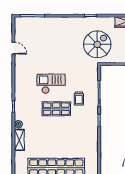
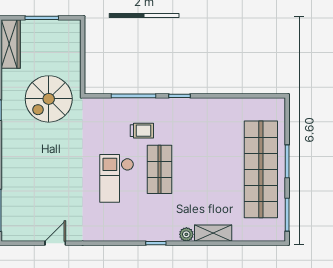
spiral stairs: (97, 44) -> (49, 99), turned -90

